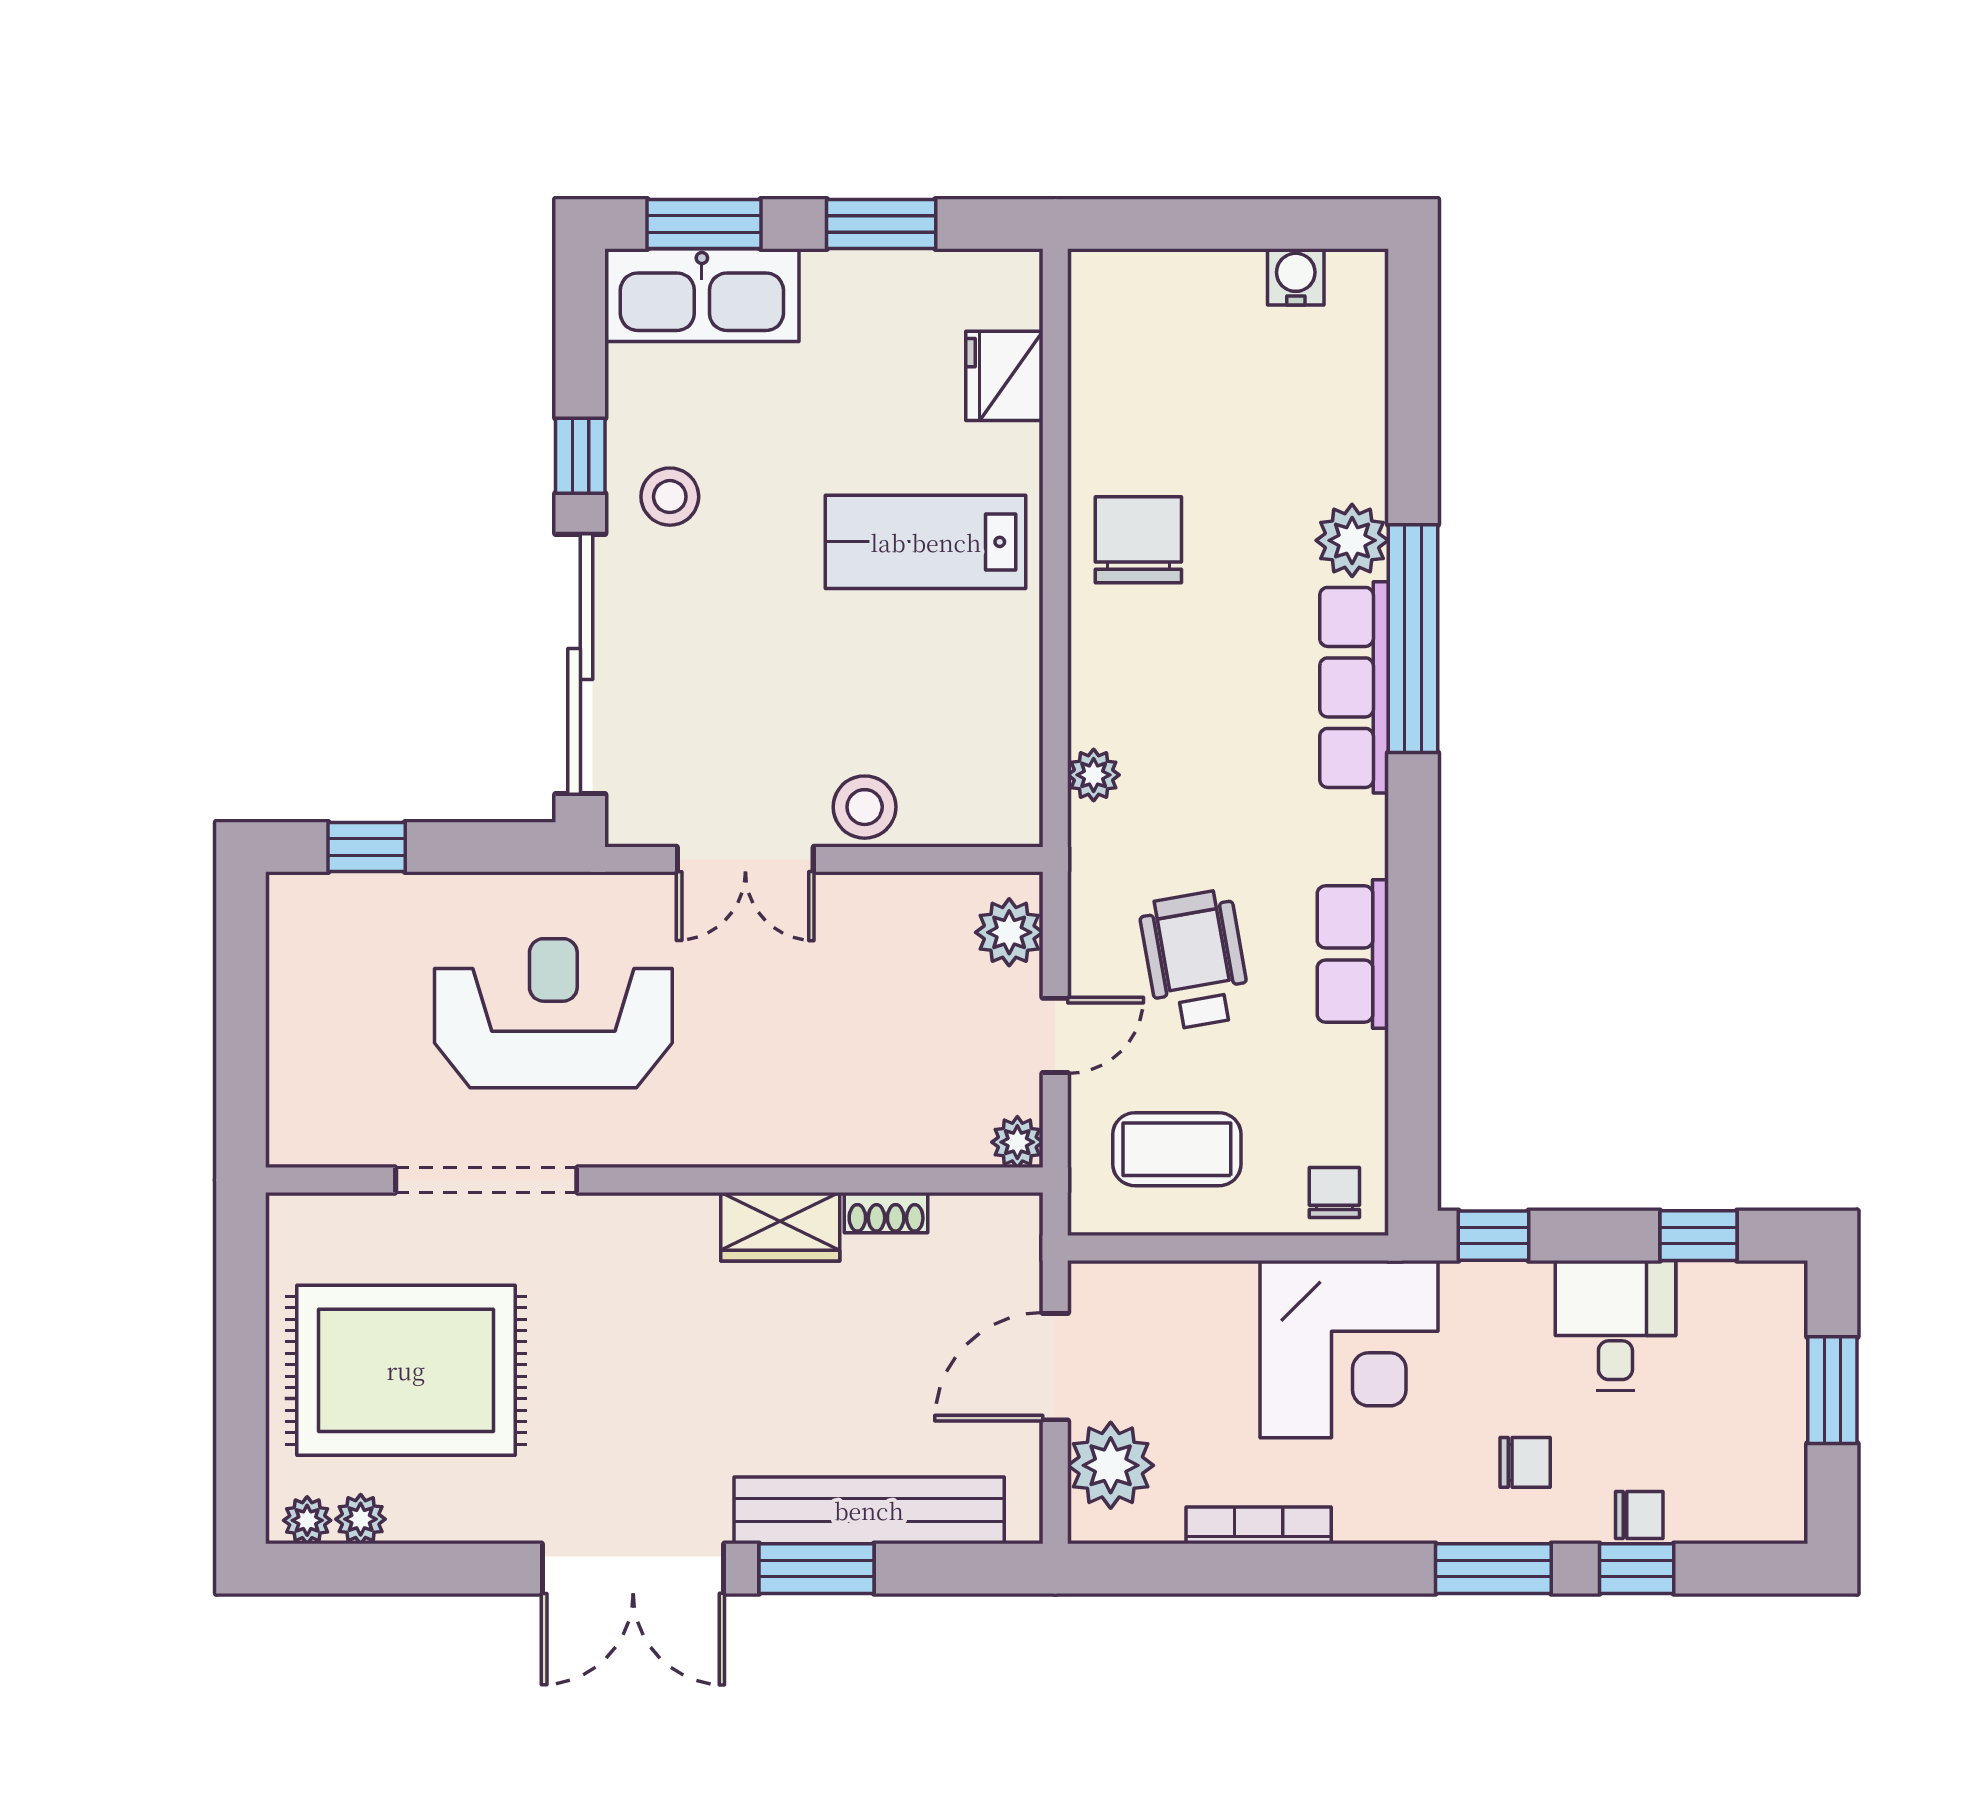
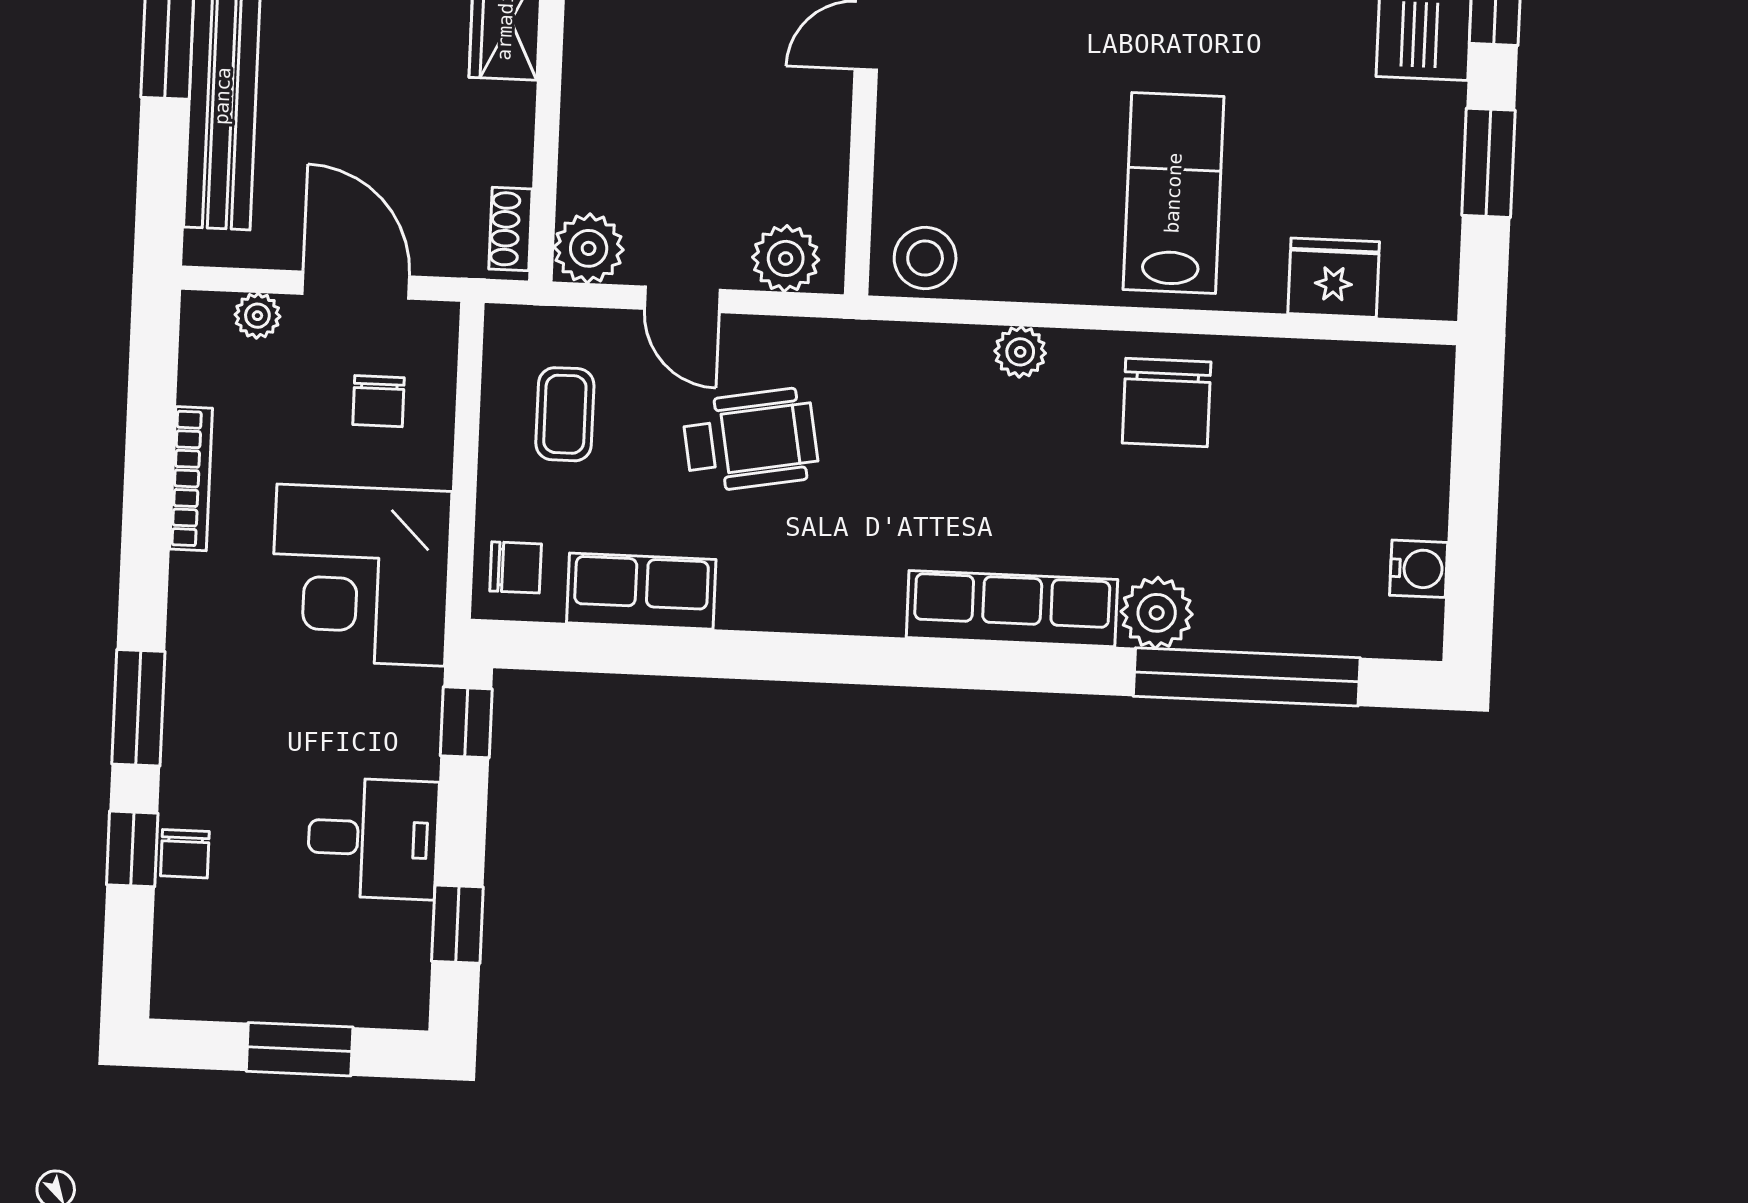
chair: (1138, 540) -> (1167, 403), turned 90
window: (1413, 639) -> (1247, 677), moved
plant: (1094, 775) -> (1020, 352), moved
stool: (865, 807) -> (925, 258), moved
row of seats: (1353, 954) -> (641, 591), moved
plant: (1017, 1142) -> (589, 248), width x1.38, depth x1.38
coffee table: (1177, 1149) -> (565, 414), width x0.73, depth x0.77
shoe rack: (886, 1213) -> (510, 229), moved
chair: (1525, 1462) -> (379, 401), moved
plant: (1111, 1465) -> (257, 316), width x0.53, depth x0.53

